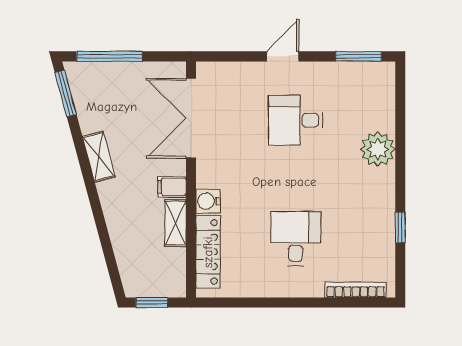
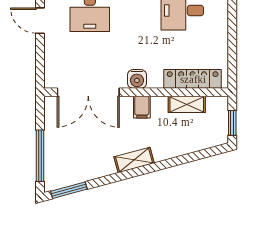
shelving: (99, 157) -> (134, 160), moved
water cooler: (208, 201) -> (137, 79), moved
shelving: (176, 223) -> (187, 104), moved

